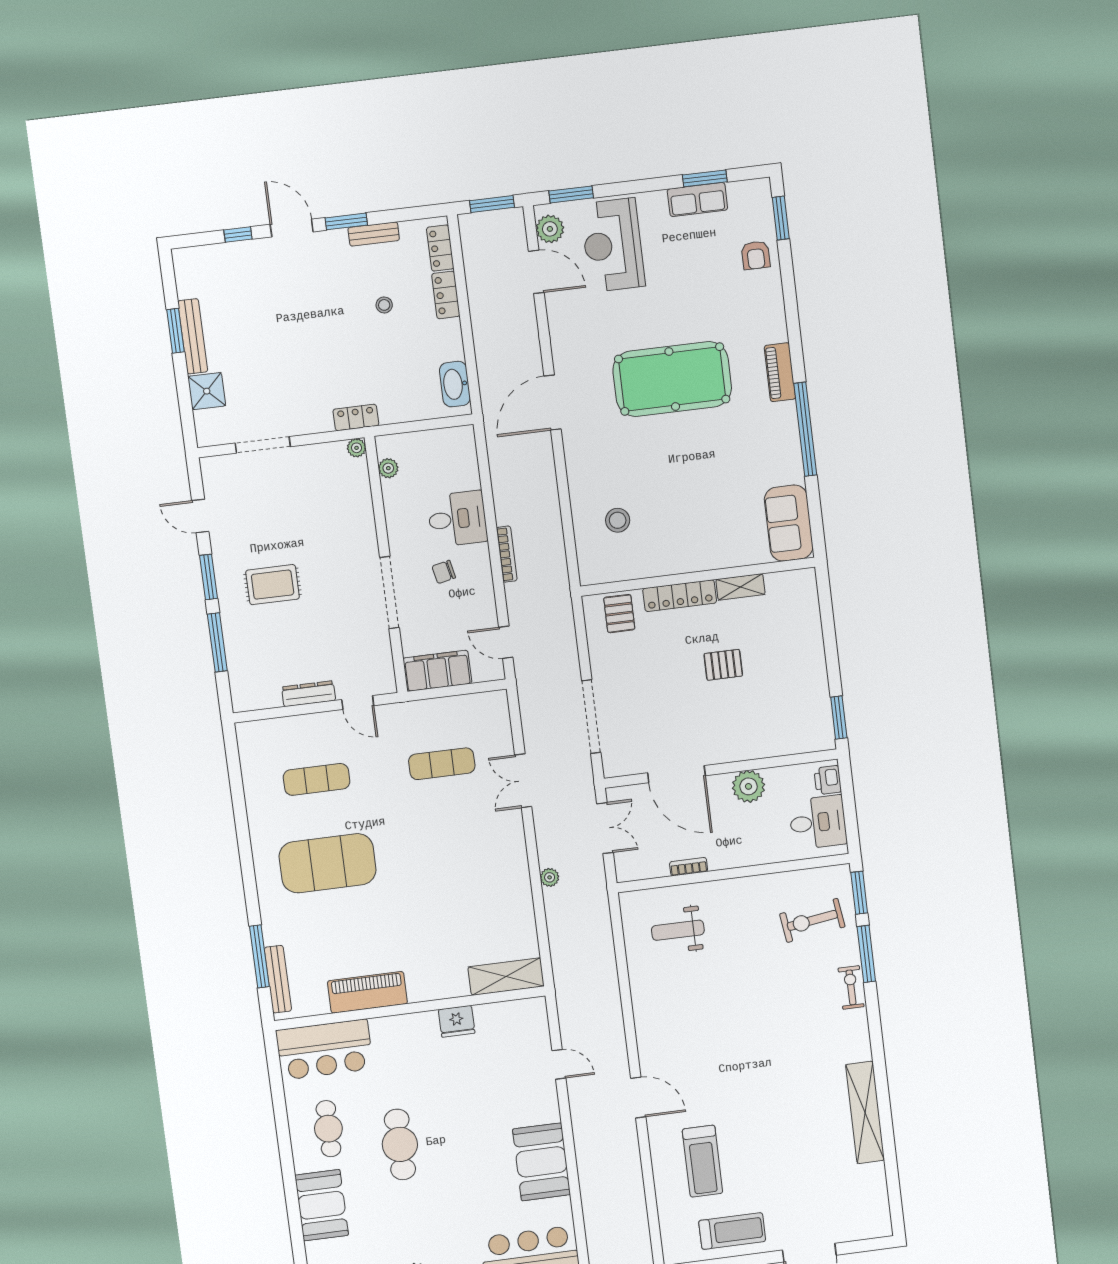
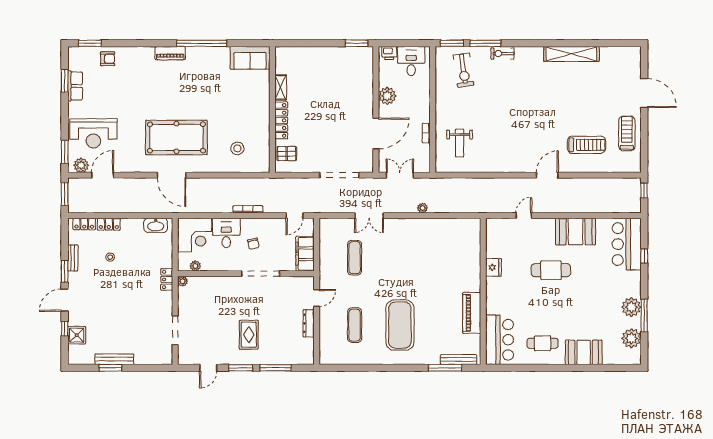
pool table: (672, 379) -> (176, 137), moved, turned 90
shower: (207, 391) -> (77, 335), moved
corner desk: (446, 460) -> (195, 235), added
pallet: (723, 665) -> (321, 102), removed
shelving: (506, 977) -> (473, 238), removed
cafe table: (400, 1144) -> (551, 270), moved

